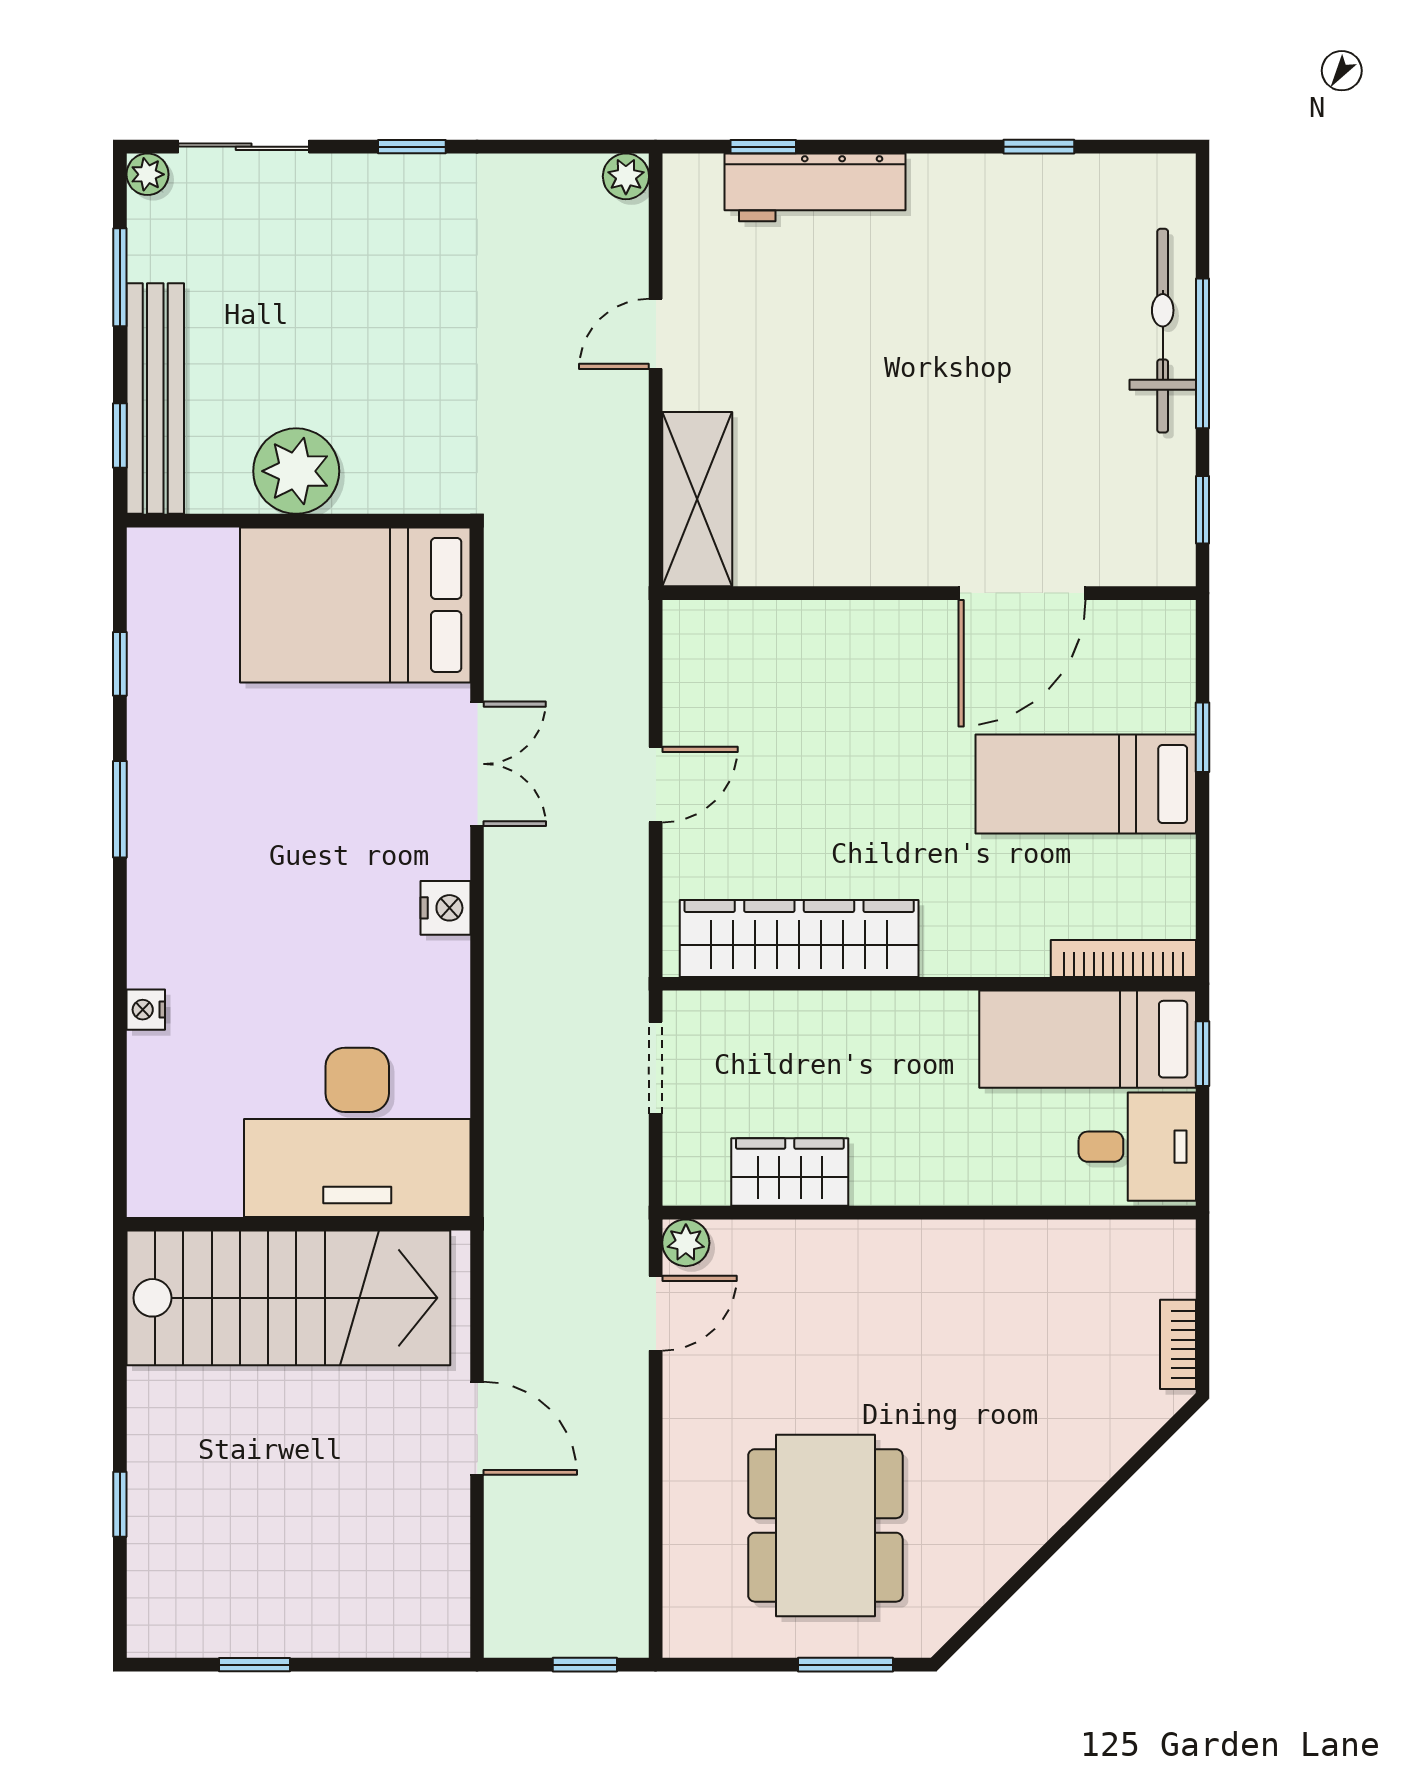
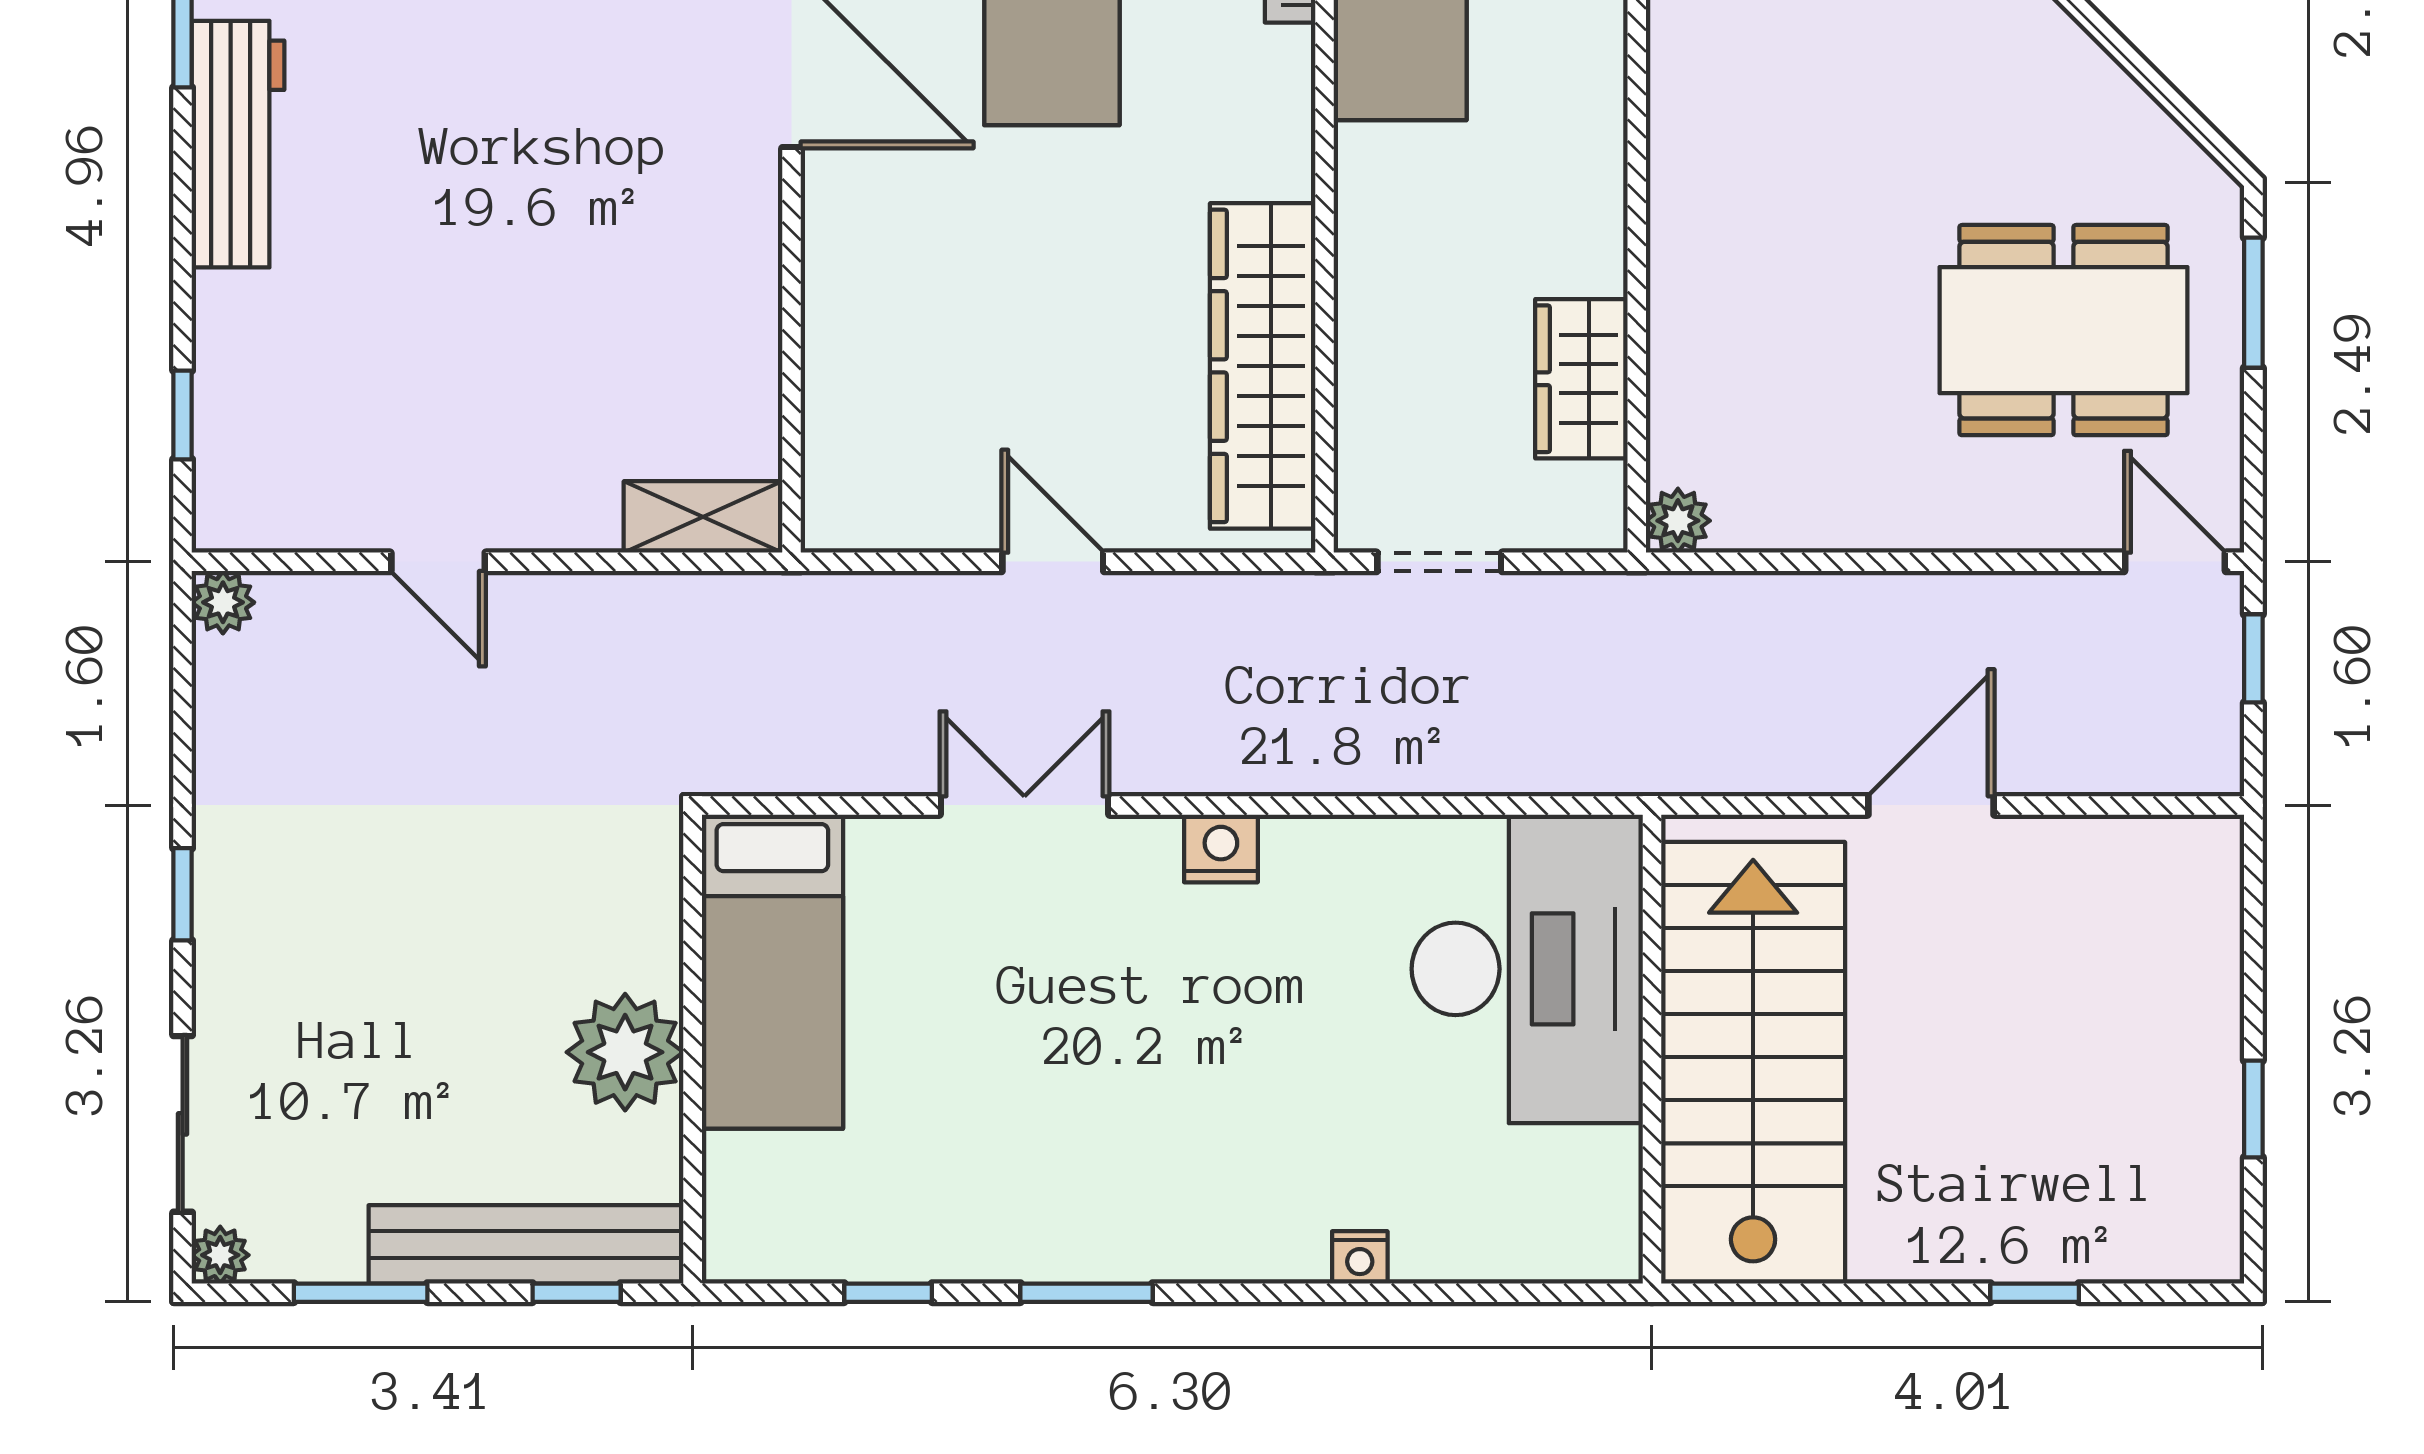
workbench: (815, 187) -> (238, 144), moved
shelving: (697, 499) -> (703, 517), width x0.67, depth x0.75
bed: (355, 605) -> (772, 972), width x0.67
door: (656, 1313) -> (2175, 562), moved

